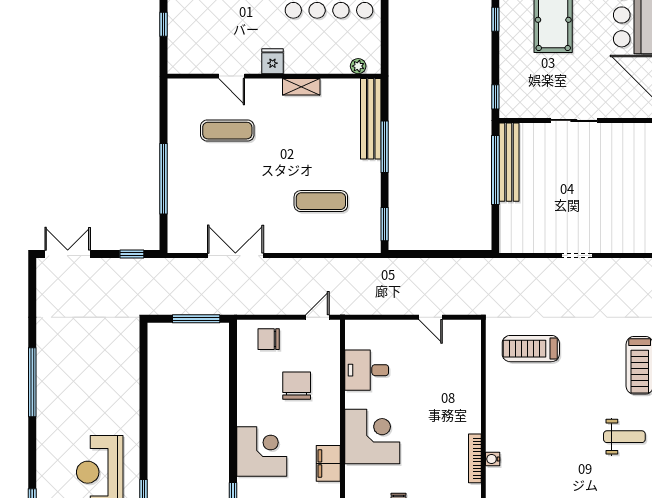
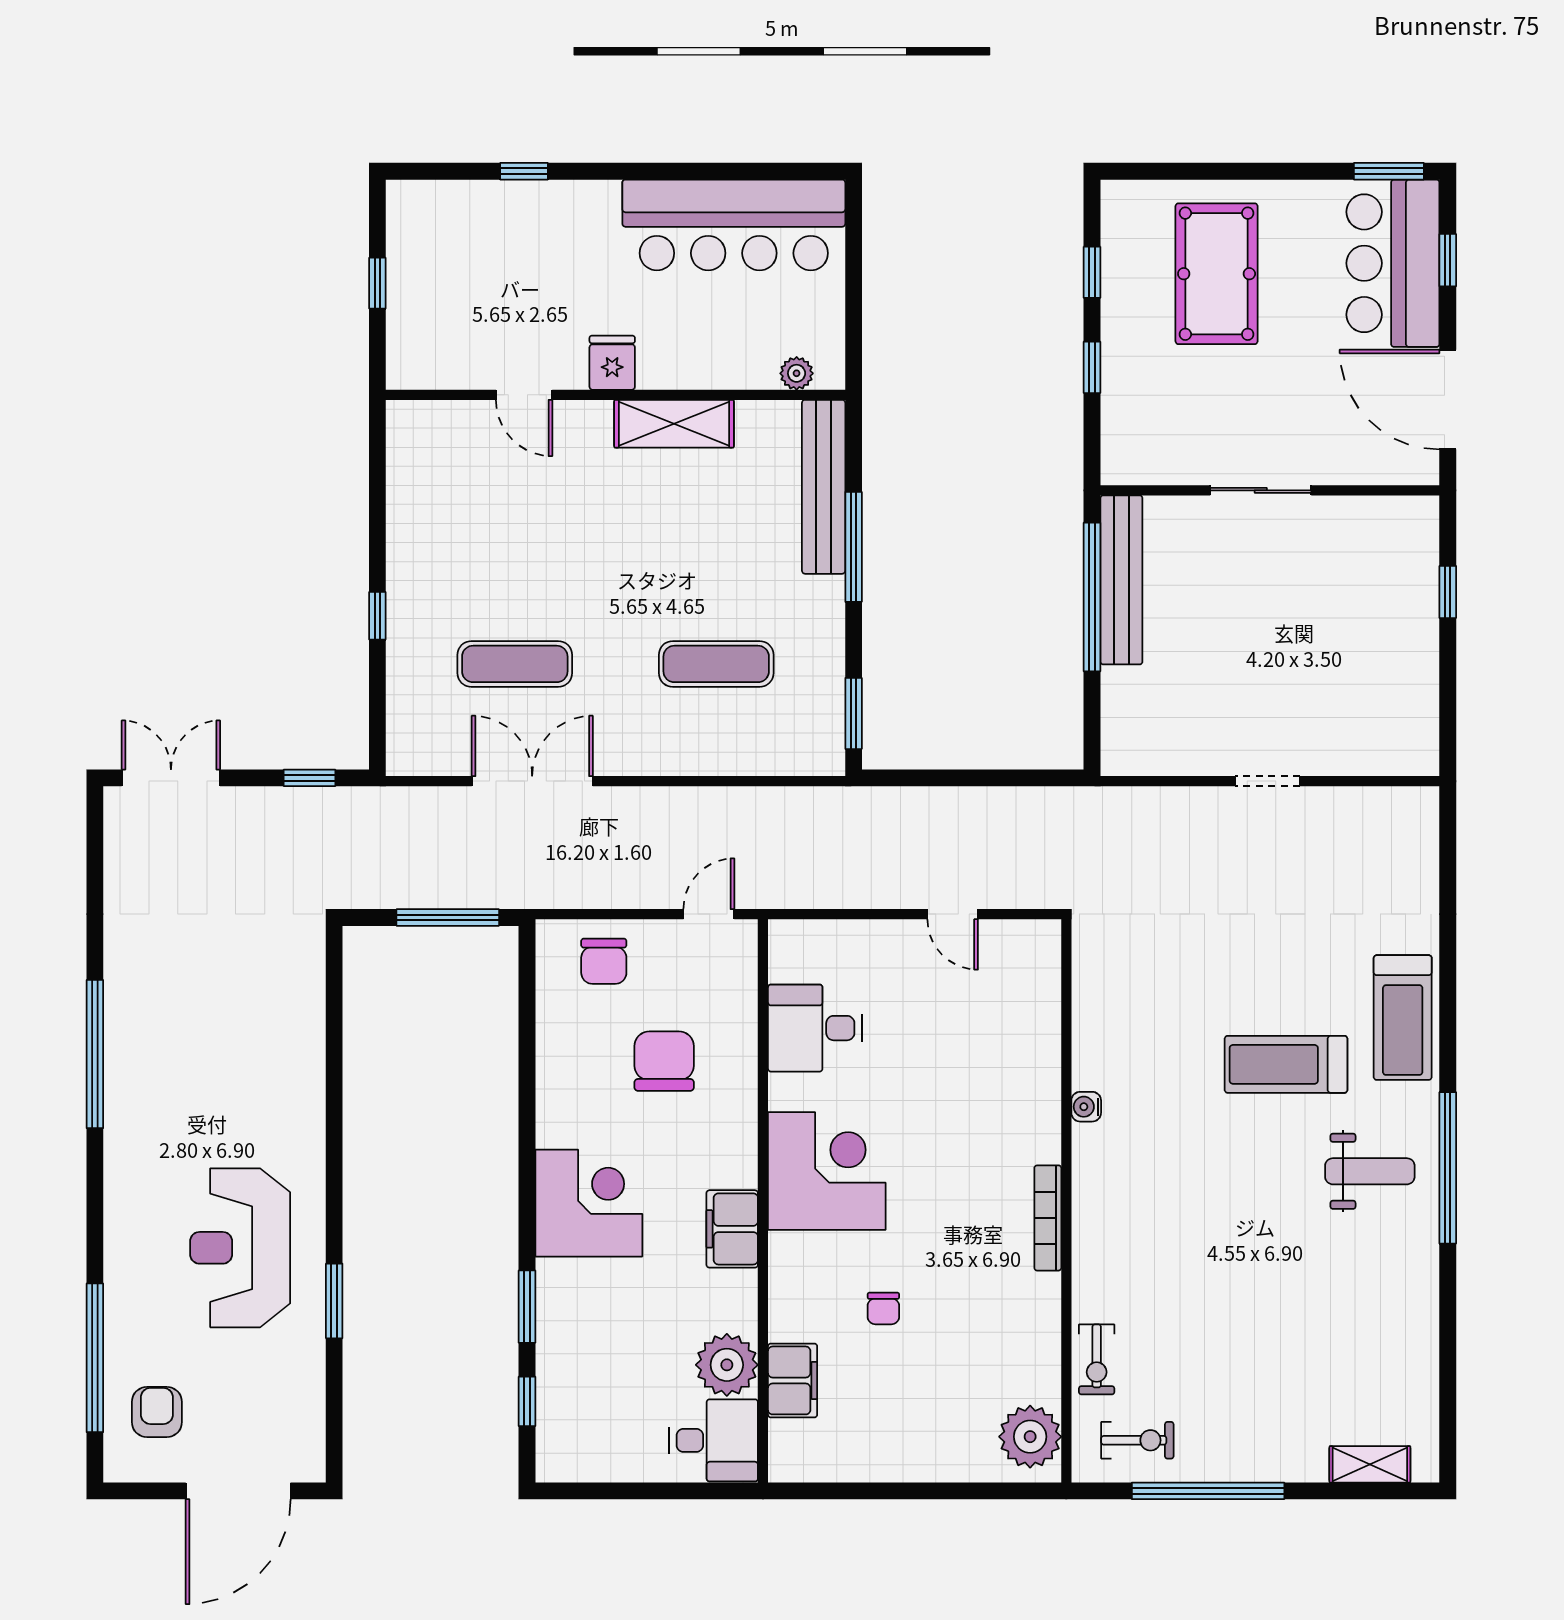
shelving: (301, 87) -> (674, 424), width x1.50, depth x1.33
window: (495, 97) -> (1092, 367), moved
exercise mat: (227, 131) -> (515, 664), moved
window: (163, 179) -> (377, 616), width x0.32
chair: (269, 339) -> (604, 961), turned -90
treadmill: (531, 349) -> (1286, 1064), moved
water cooler: (493, 459) -> (1086, 1107), moved

